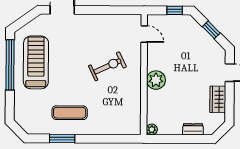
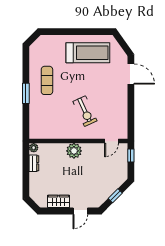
window: (175, 10) -> (131, 155), moved
window: (10, 65) -> (86, 32), removed
dresser: (193, 129) -> (34, 163), moved
window: (62, 138) -> (26, 93), moved

